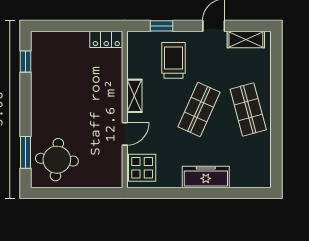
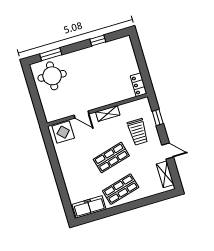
trolley: (174, 60) -> (138, 132), turned 90
window: (26, 62) -> (98, 40), moved
shop shelf: (199, 109) -> (111, 157), turned -39
freezer: (206, 177) -> (89, 207), moved, turned -90

